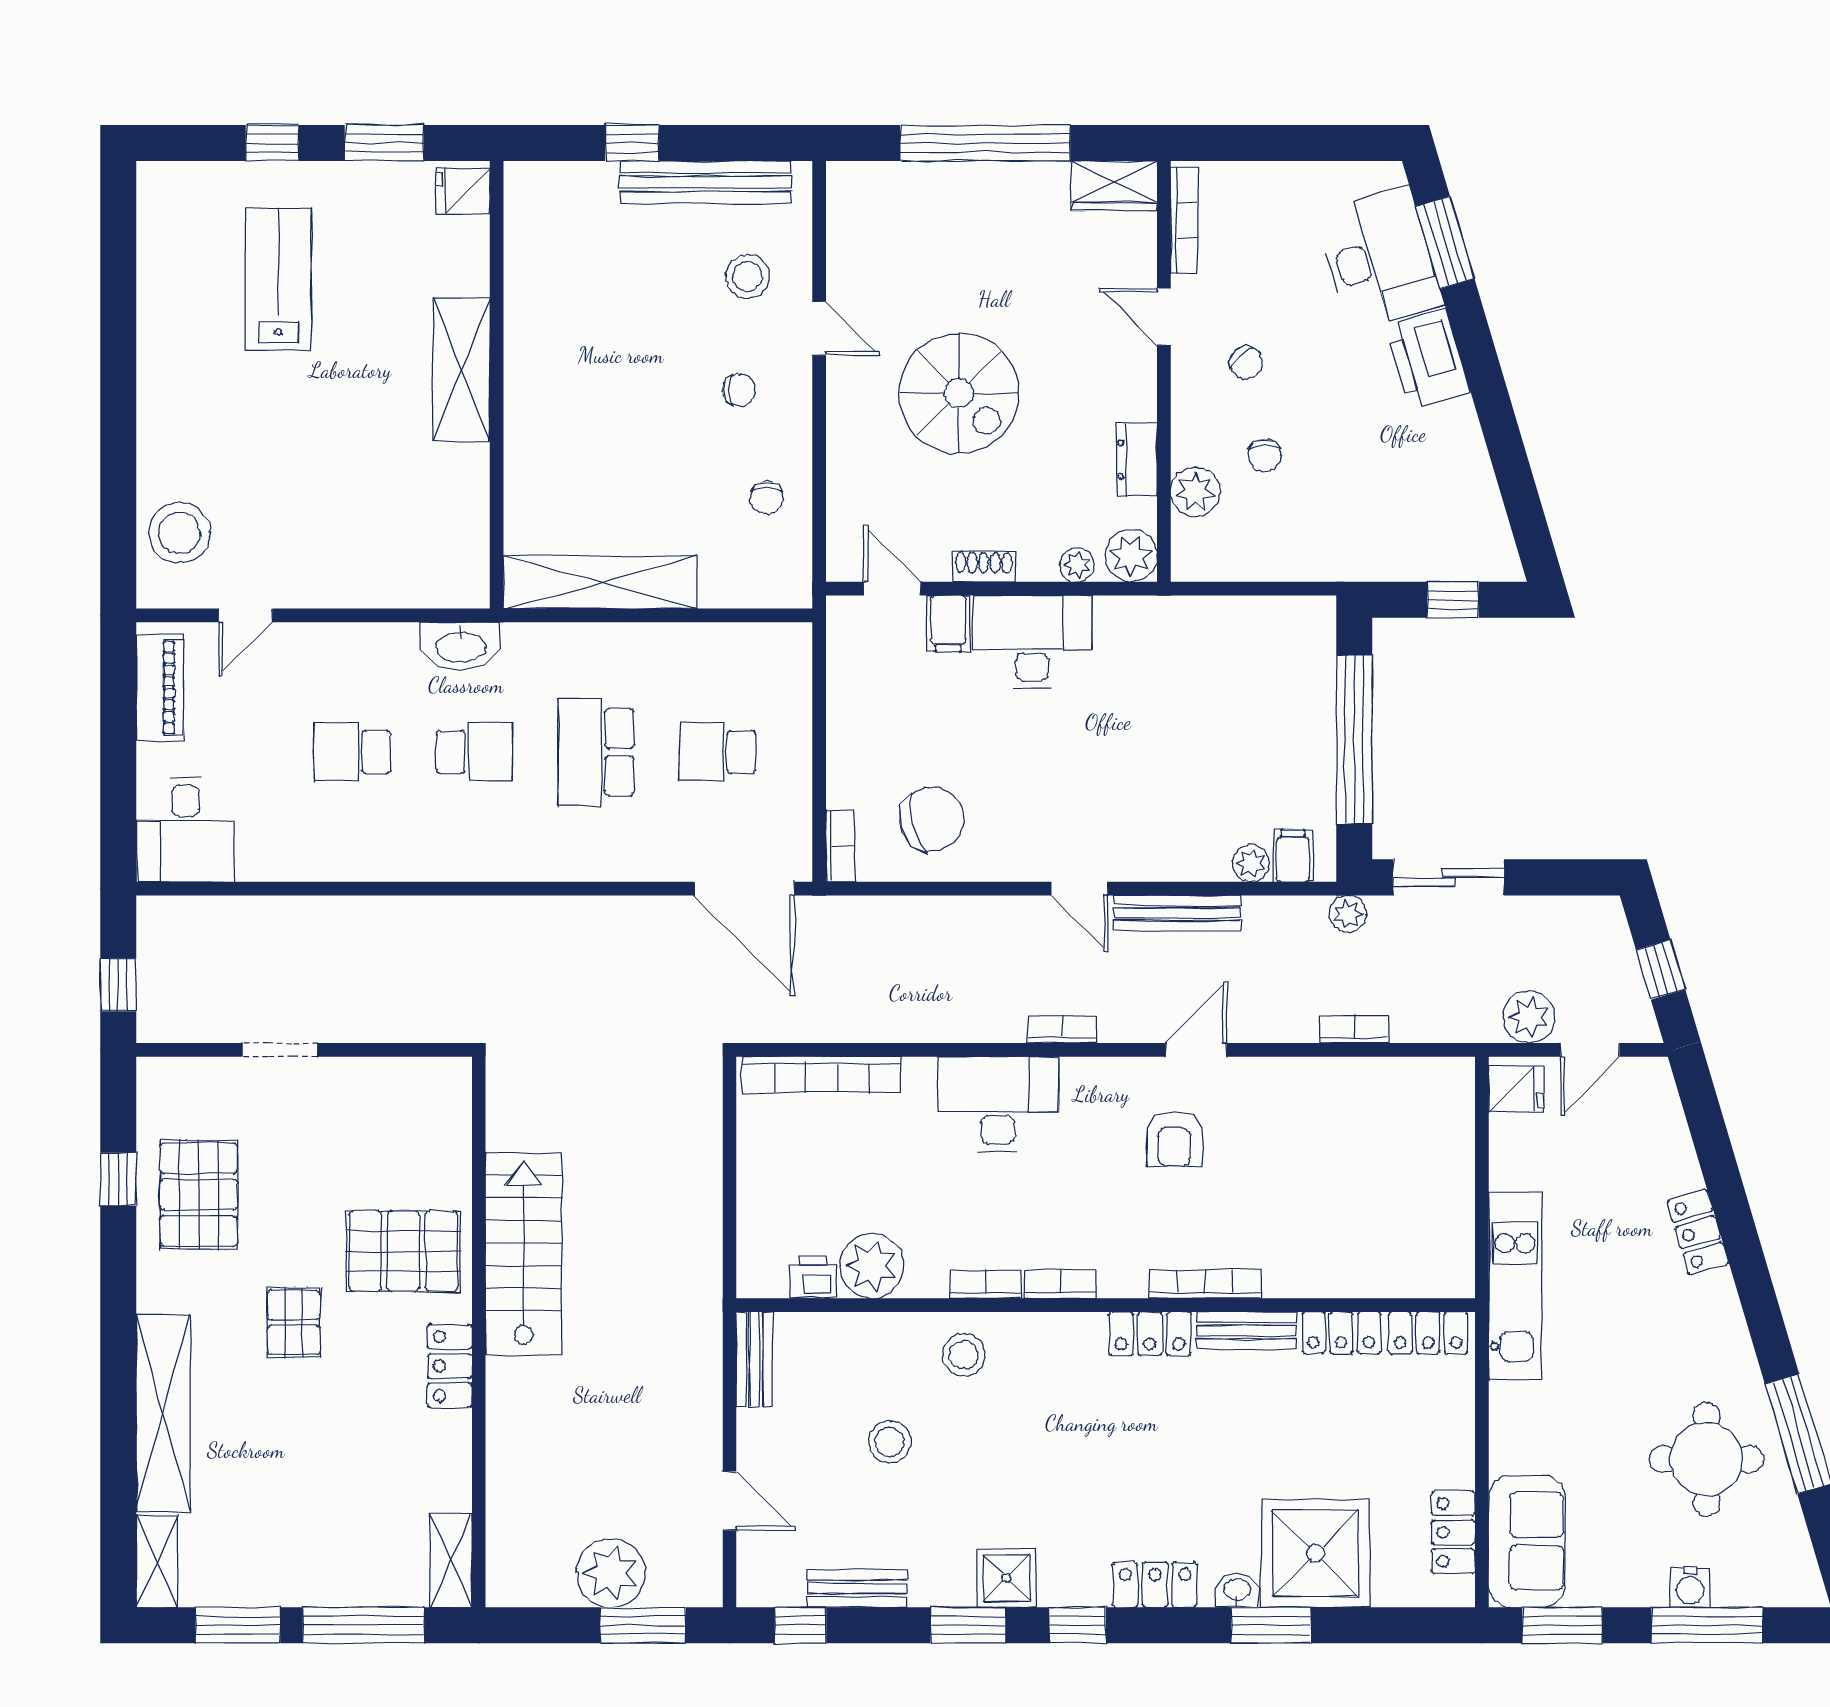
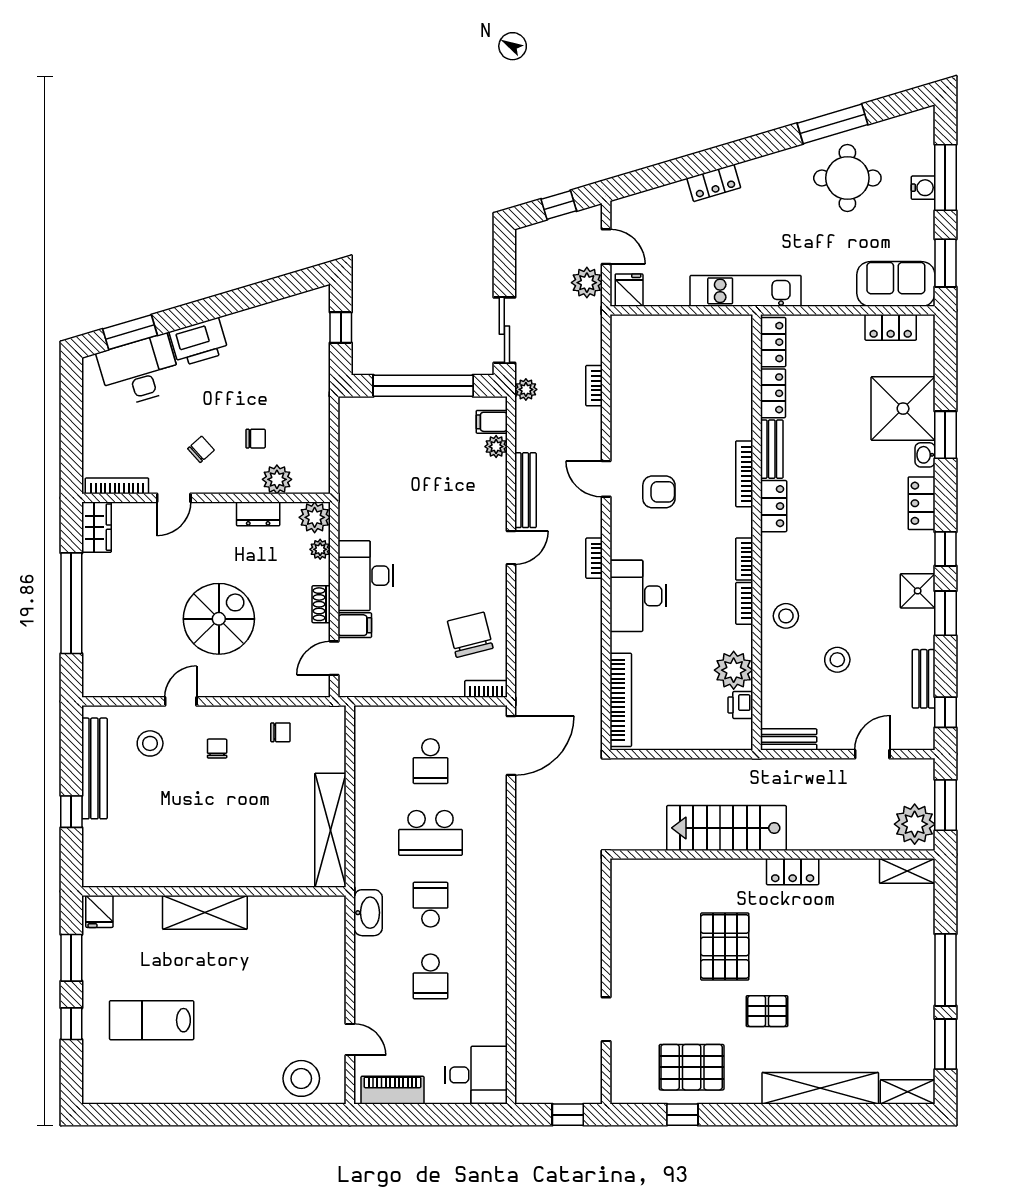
stairs: (524, 1254) -> (726, 828), moved
wall: (479, 1332) -> (772, 854), moved
locker: (450, 1366) -> (793, 872), moved
shelving: (451, 1560) -> (907, 871), moved

